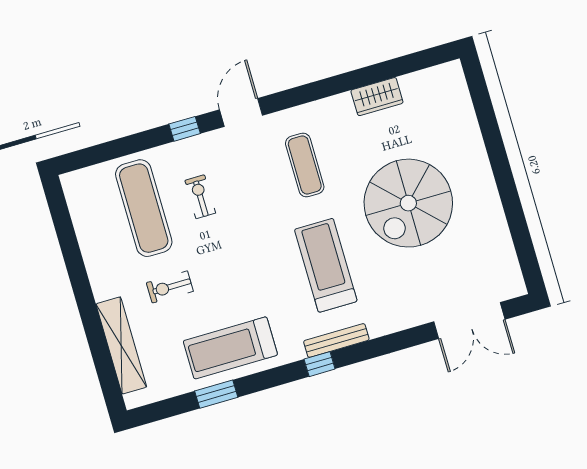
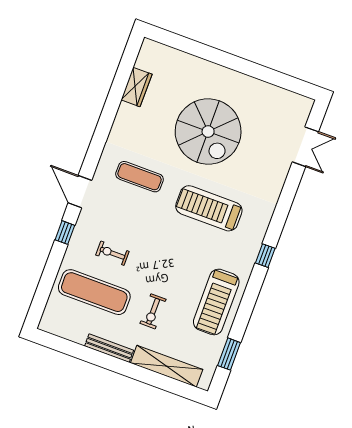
wardrobe: (377, 97) -> (136, 87), moved
double door: (469, 321) -> (305, 147), width x0.73
bench: (336, 340) -> (109, 348), moved, turned 90
window: (216, 394) -> (229, 354), moved

